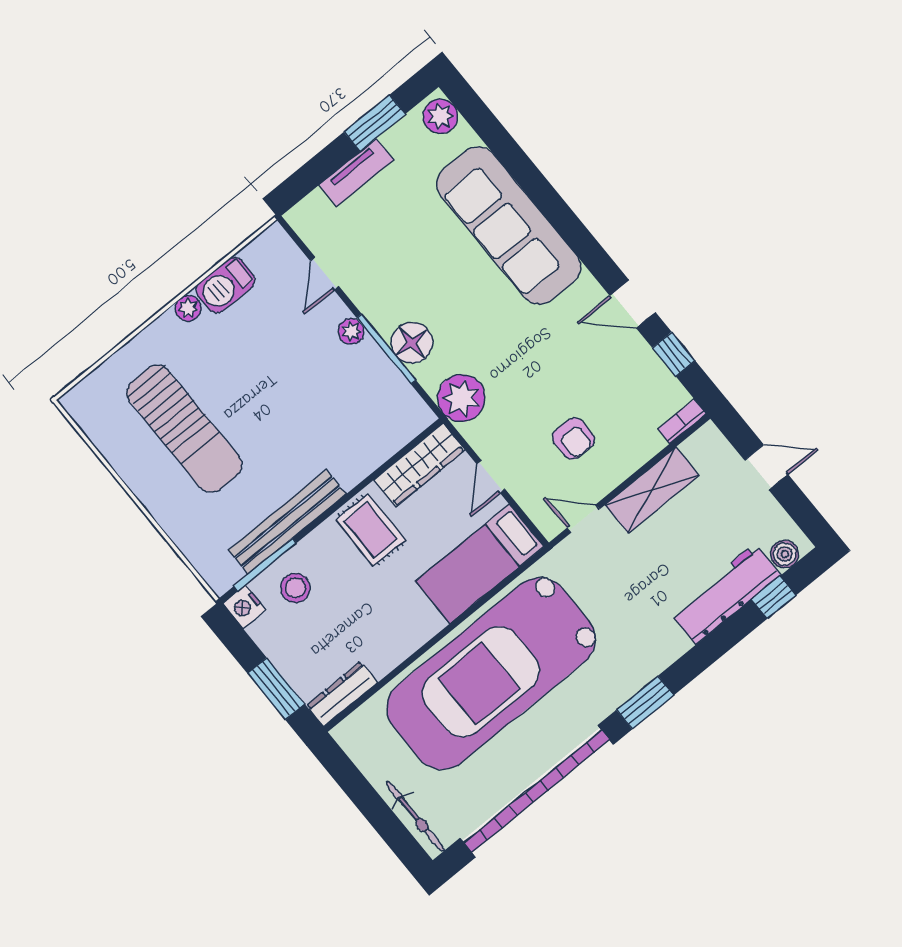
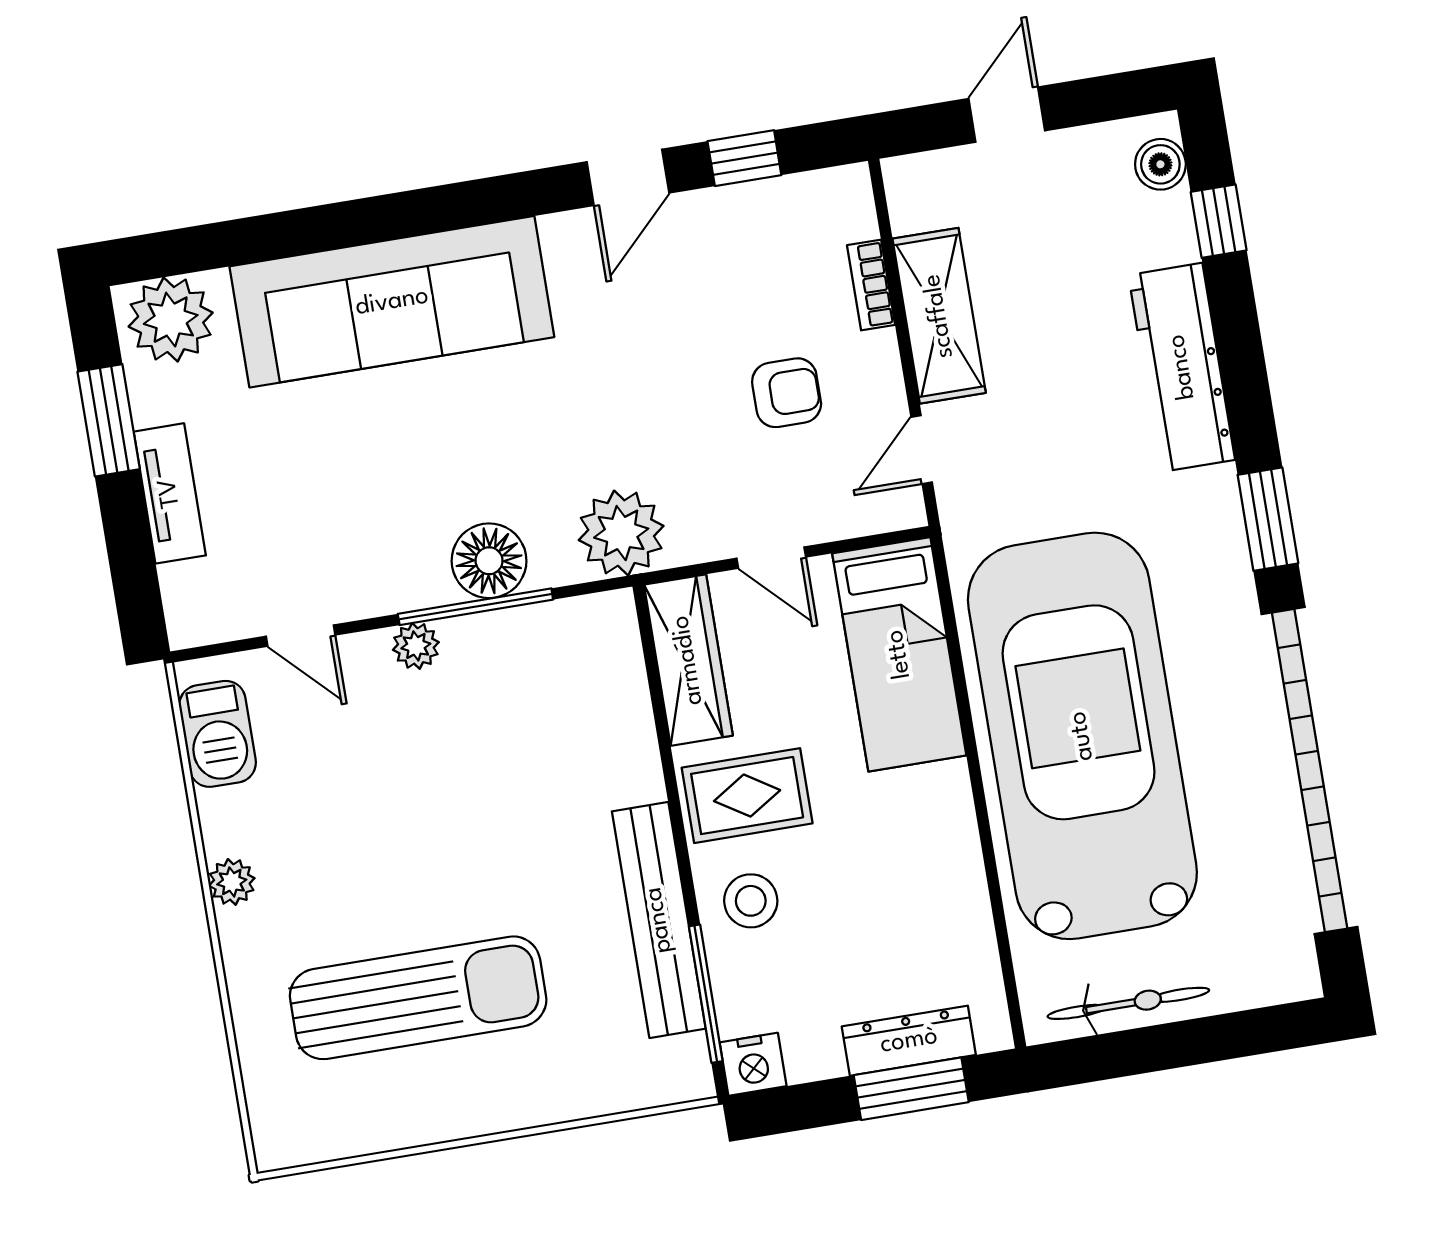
plant: (440, 116) -> (171, 320), width x1.36, depth x1.36
barbecue: (226, 285) -> (218, 734), moved
bookcase: (682, 421) -> (871, 285), moved
stool: (295, 588) -> (751, 901), moved
workbench: (725, 594) -> (1182, 367), moved
car: (491, 674) -> (1082, 736), turned 180
dresser: (342, 694) -> (909, 1041), moved, turned 90
bicycle: (415, 816) -> (1128, 1003), moved

